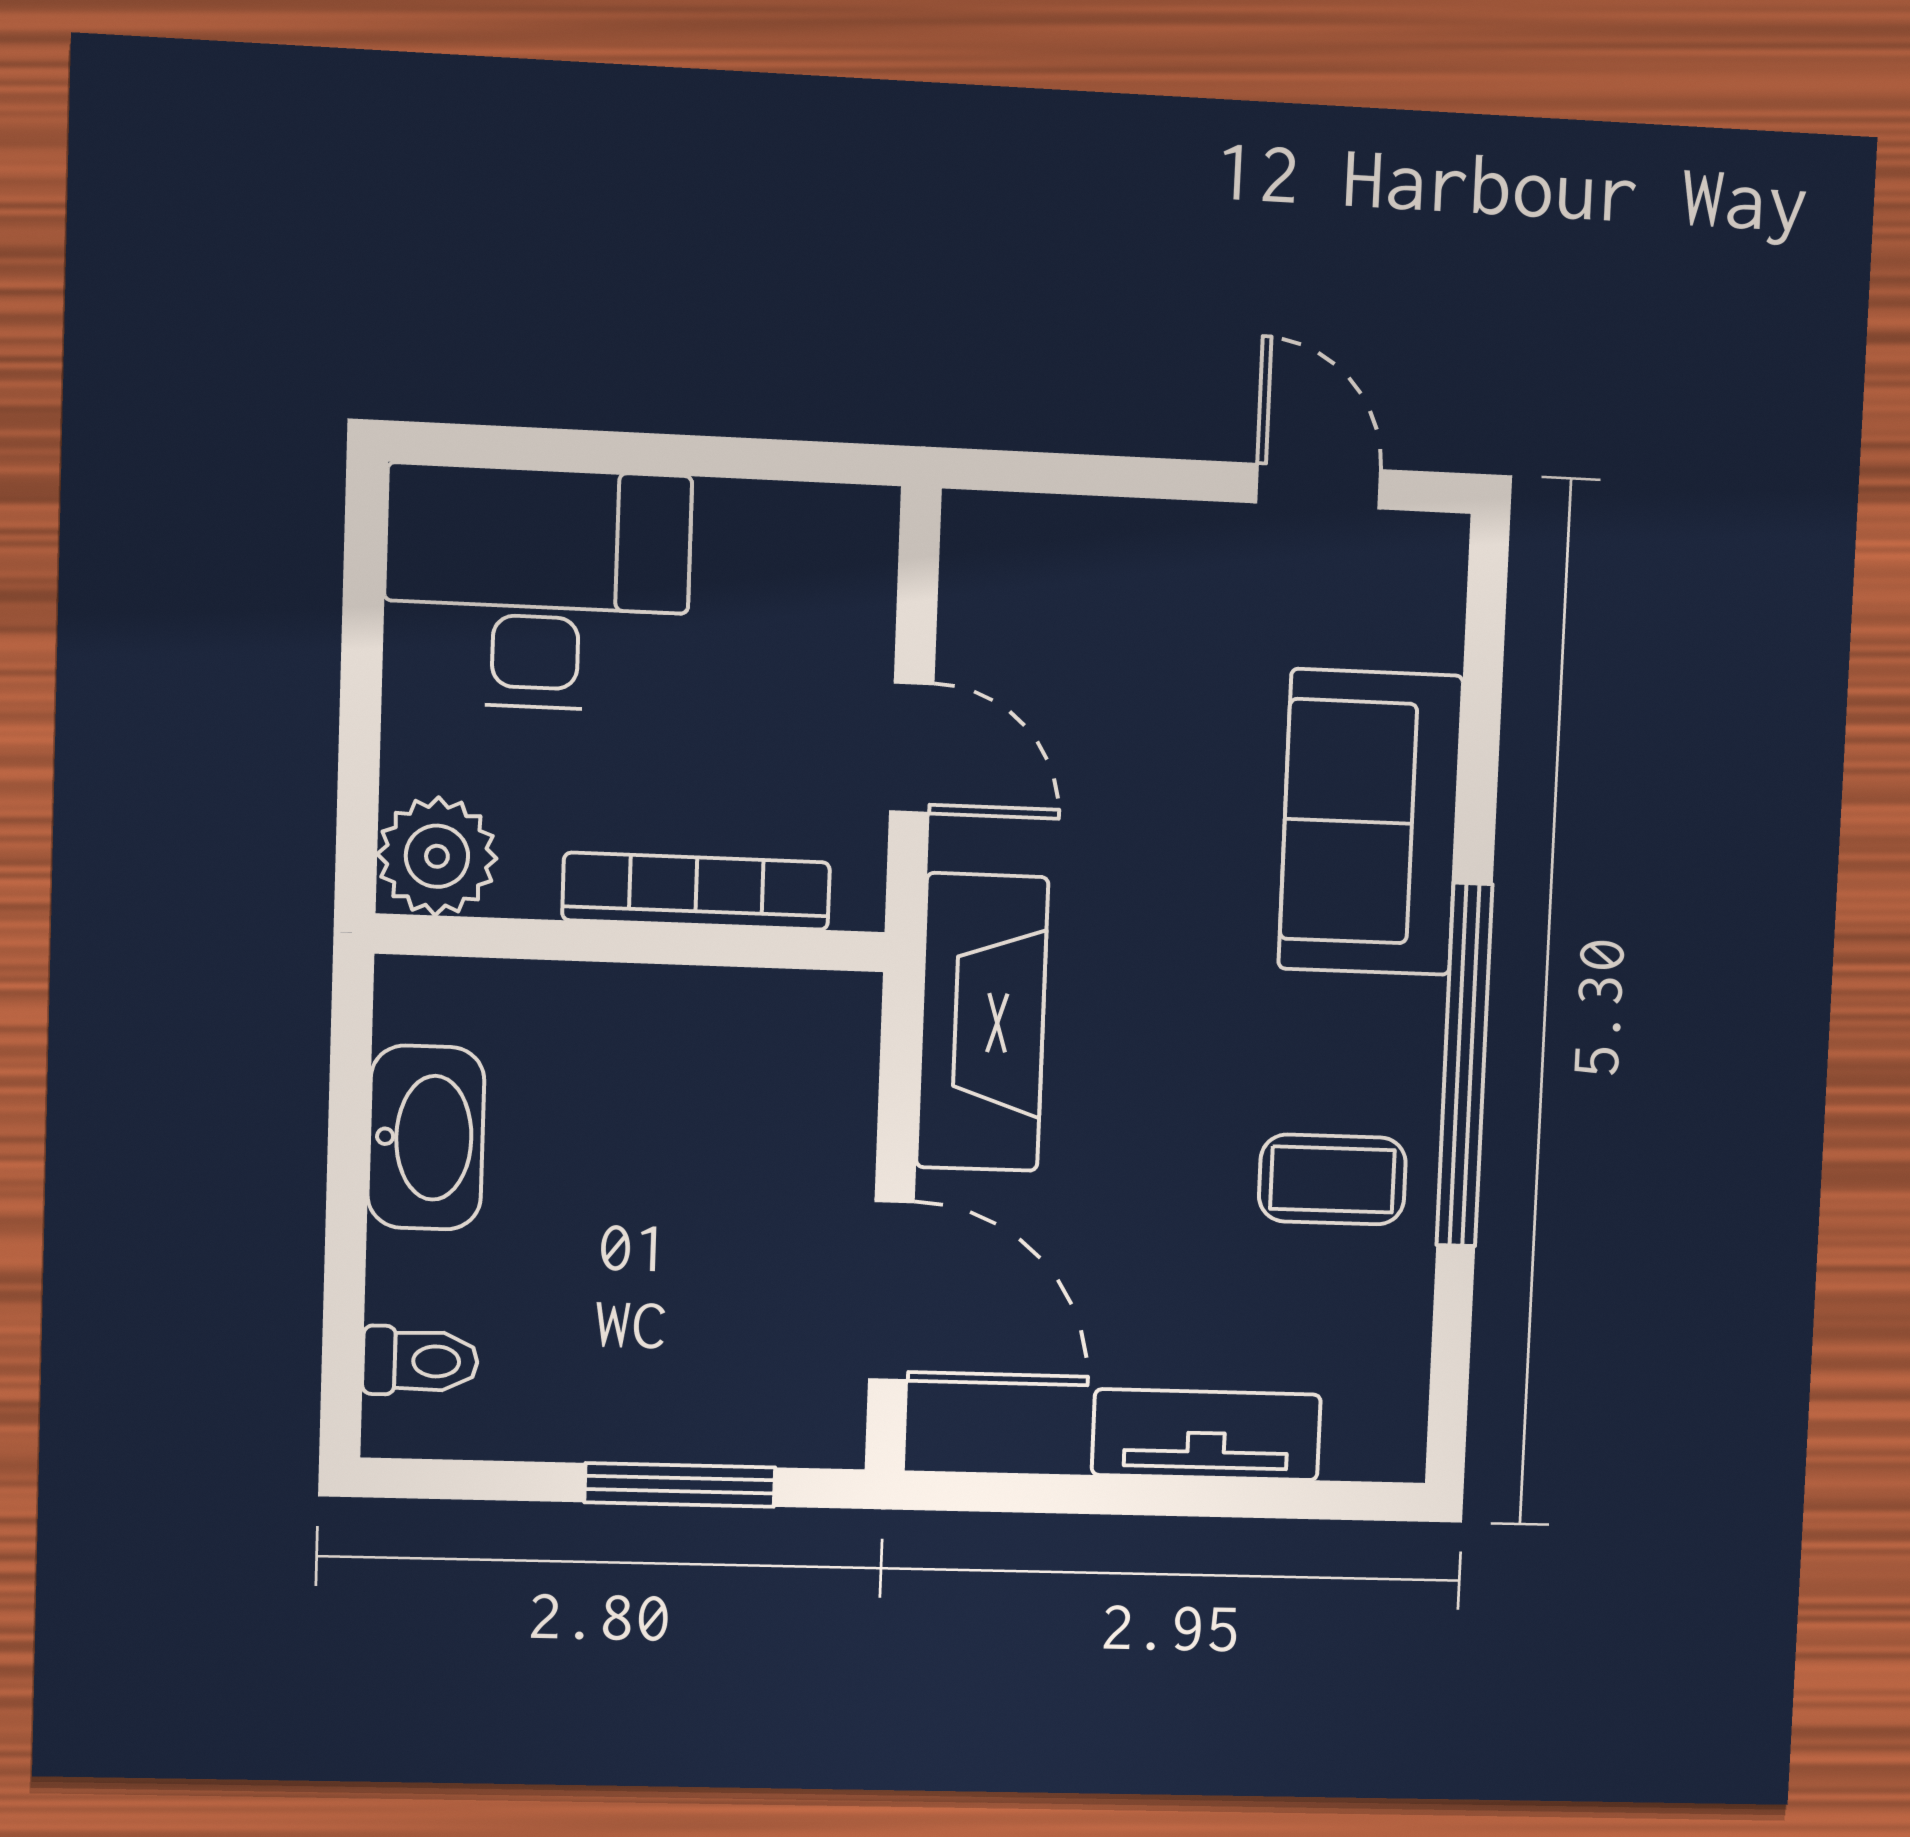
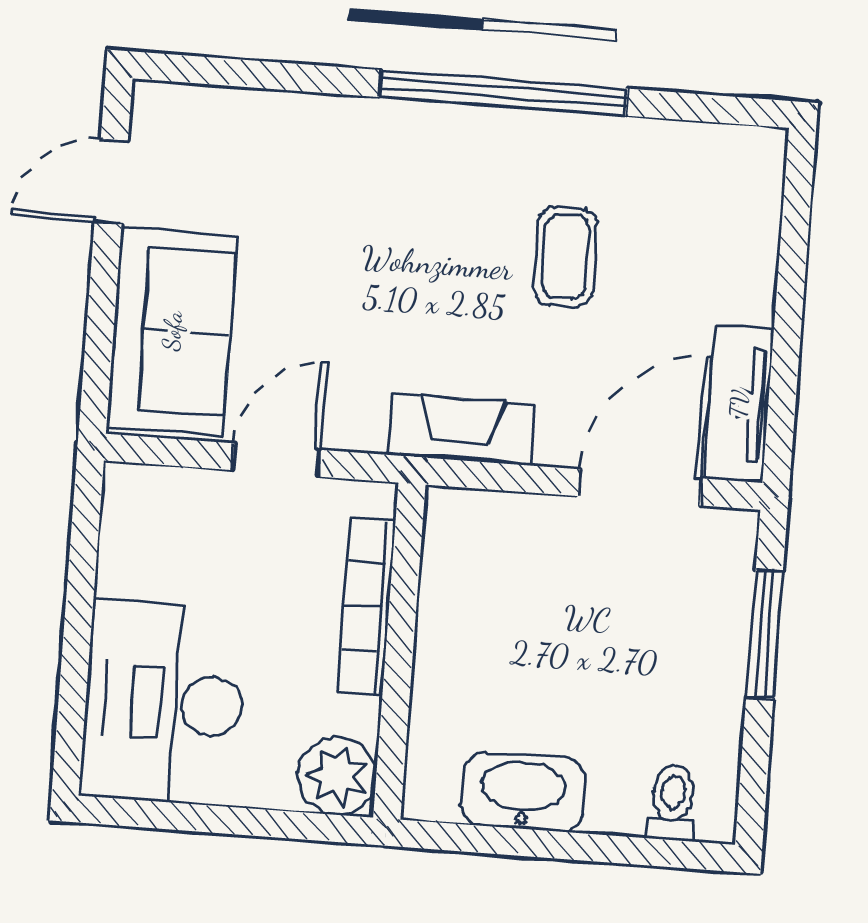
sofa: (1371, 822) -> (172, 331), moved, turned -90
fireplace: (982, 1022) -> (461, 429), width x0.73, depth x0.76
coffee table: (1332, 1179) -> (565, 257), moved
tv unit: (1206, 1435) -> (739, 404), moved

